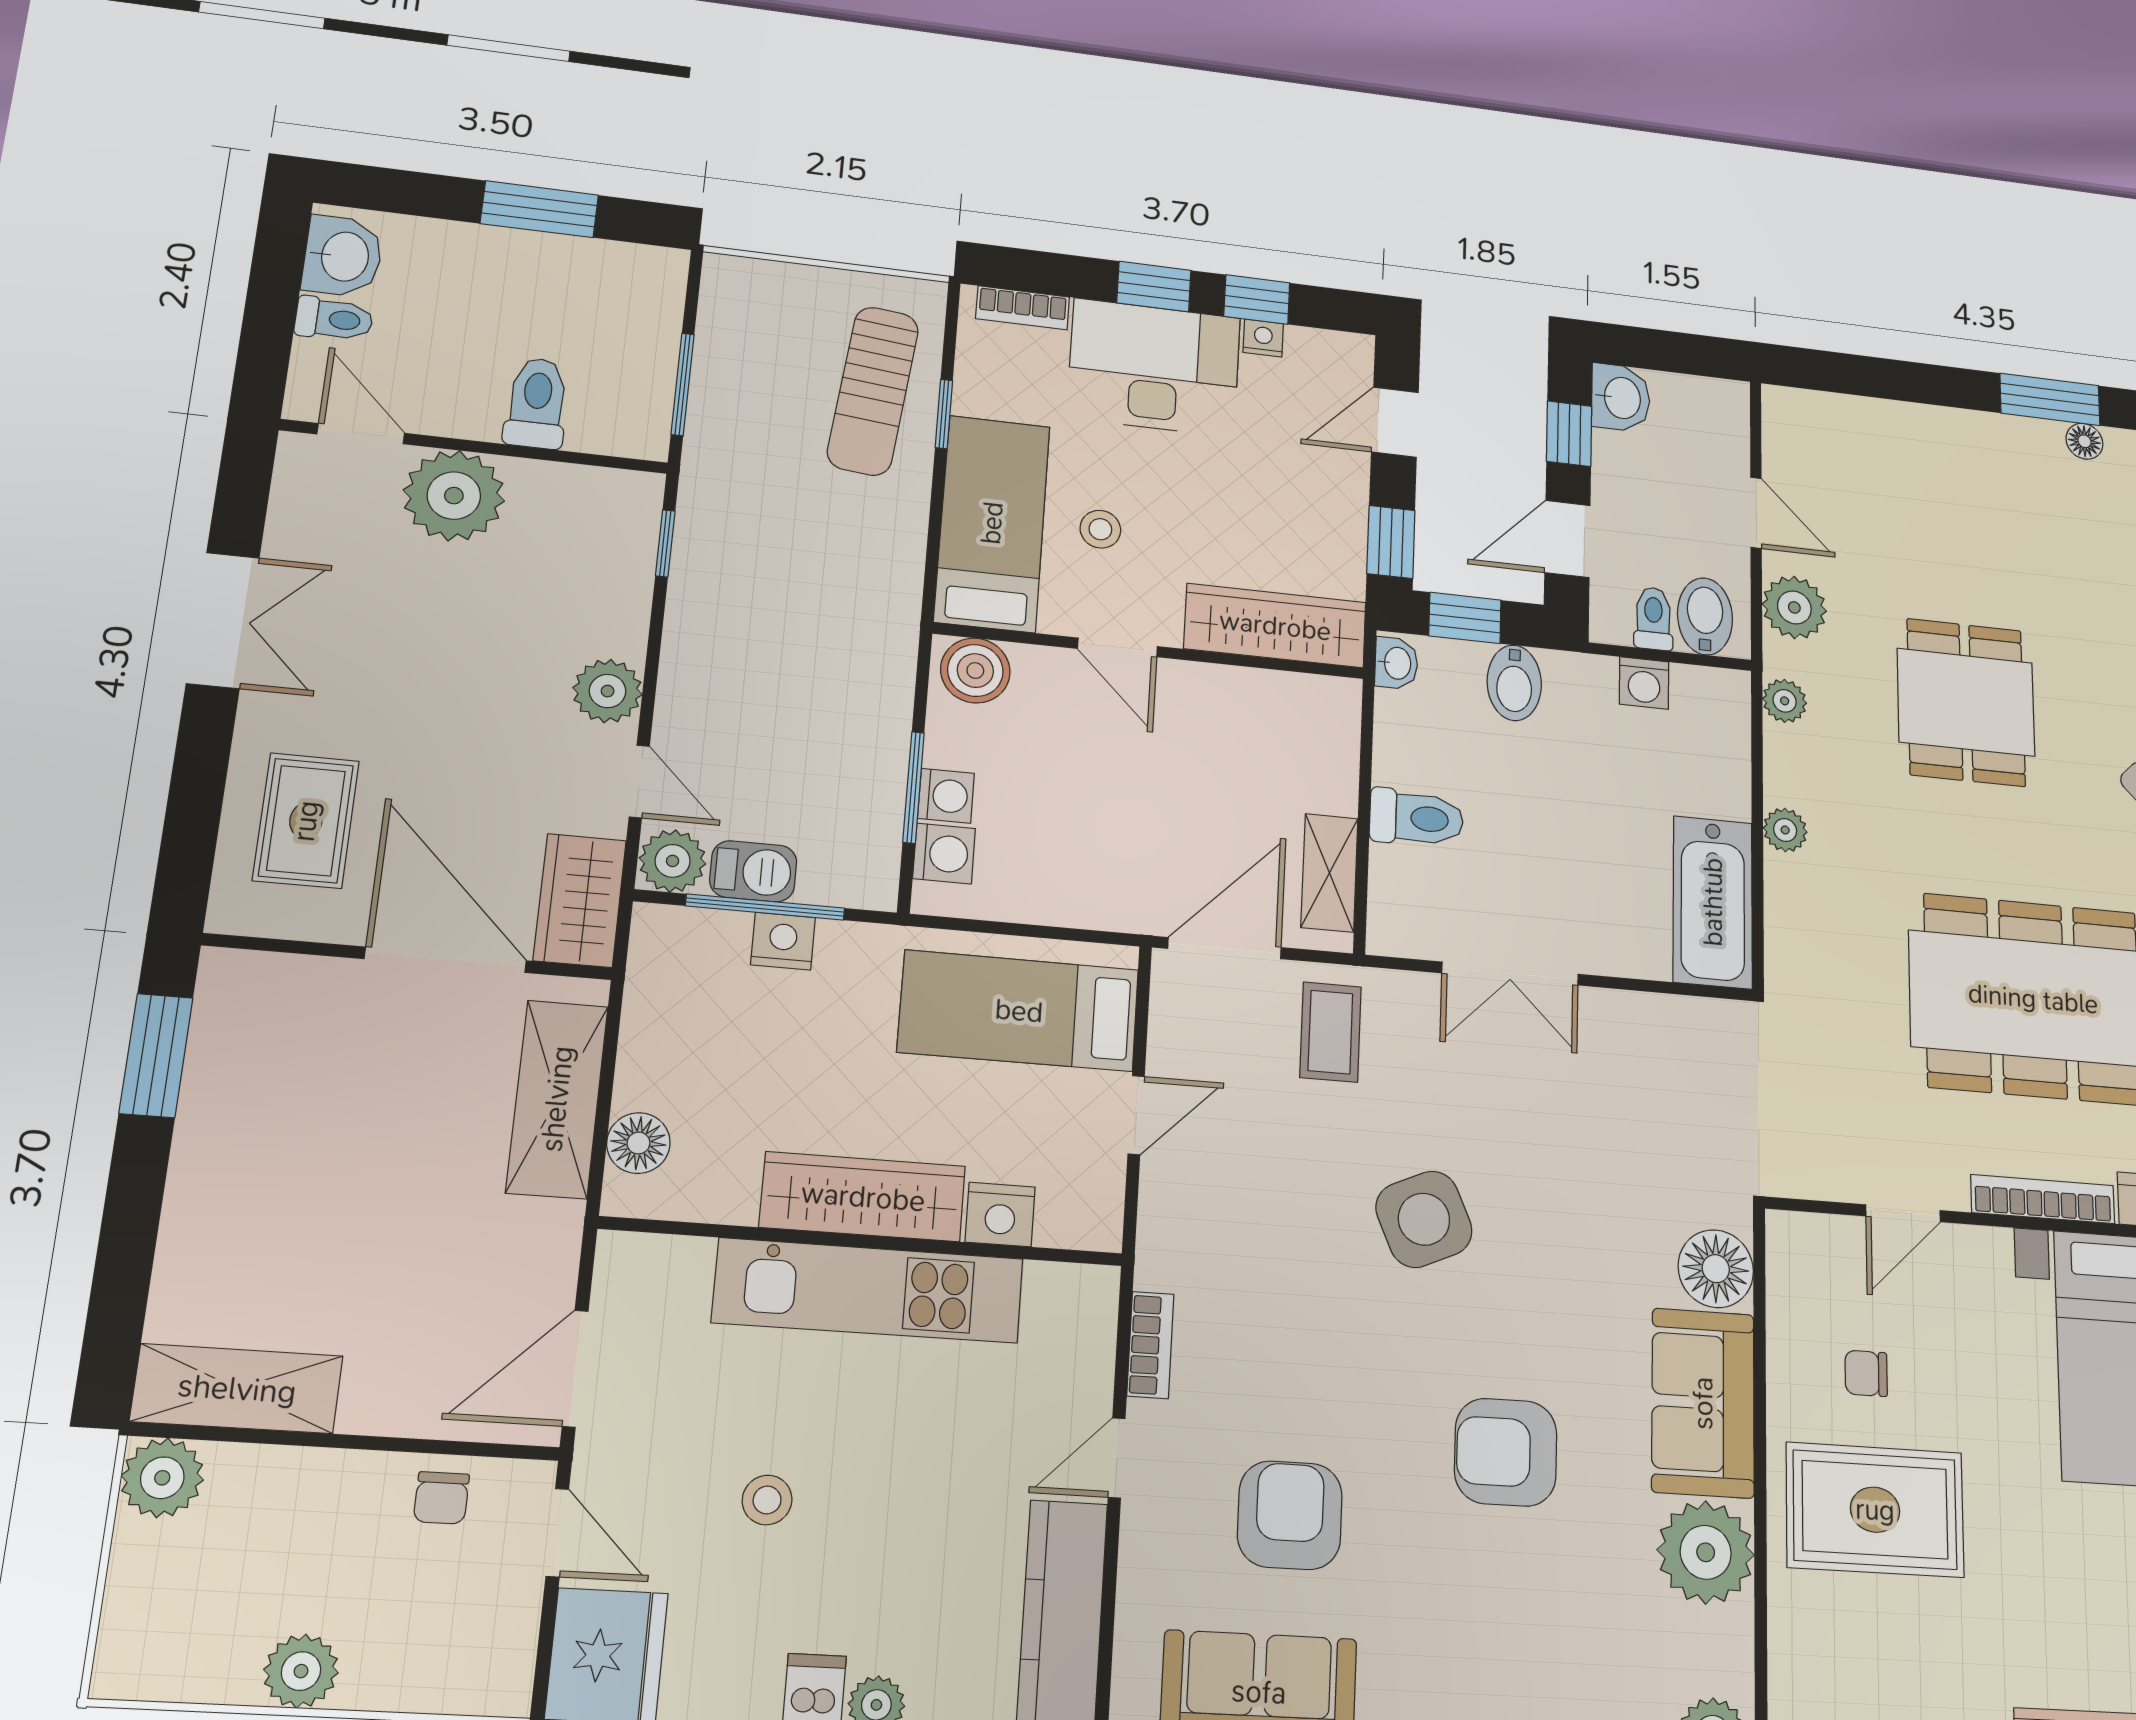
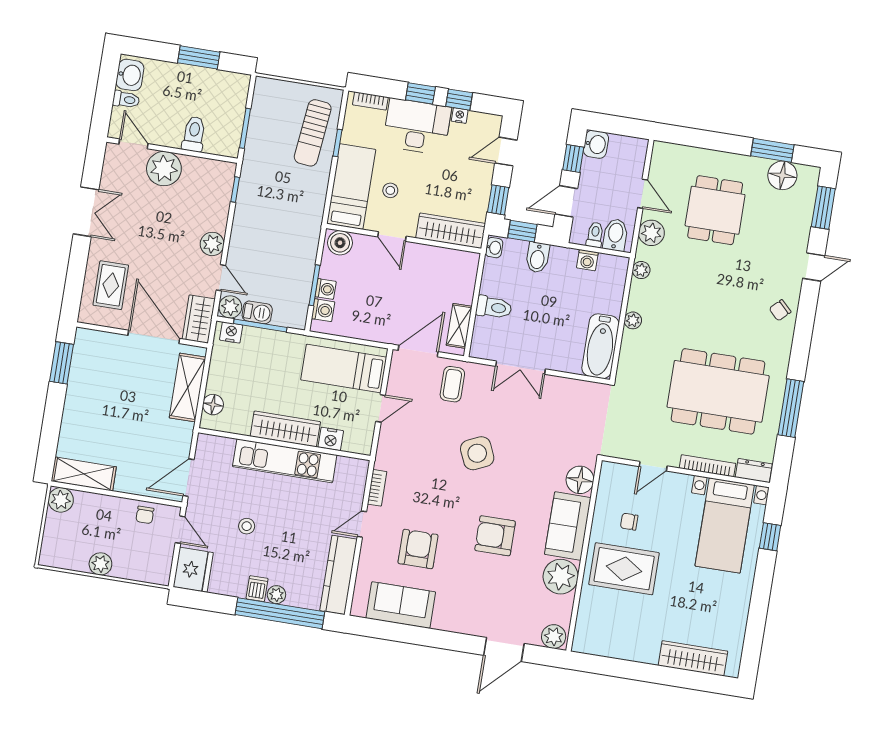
floor lamp: (2084, 441) -> (782, 175), width x1.89, depth x1.89
dining table: (1966, 702) -> (715, 210), moved
nightstand: (783, 941) -> (231, 332), moved

